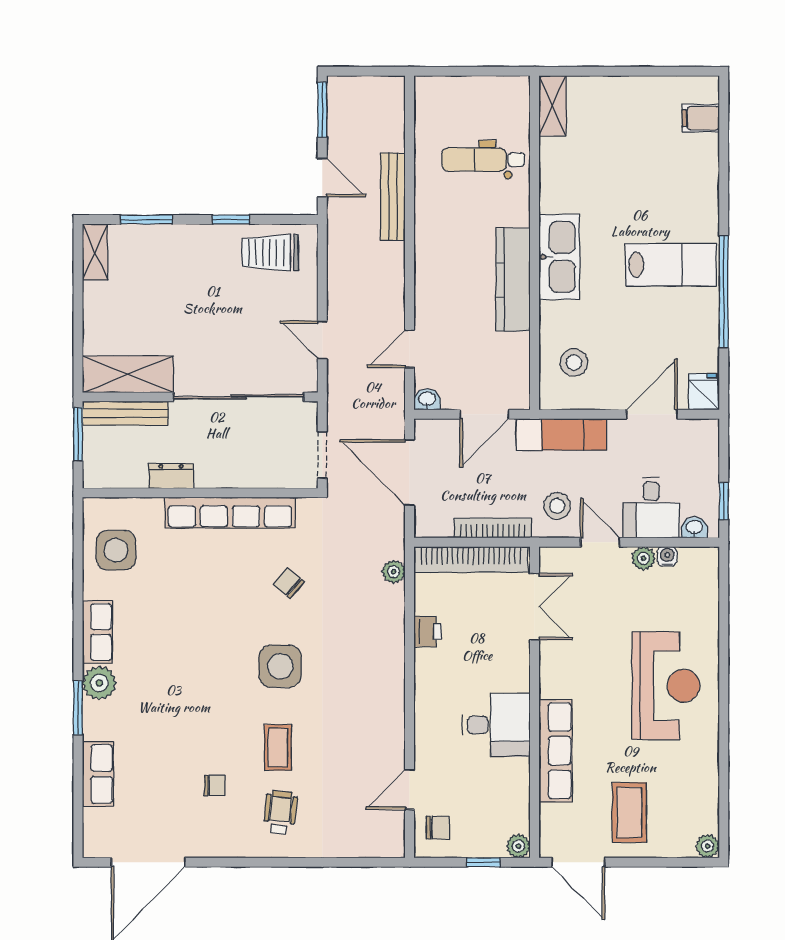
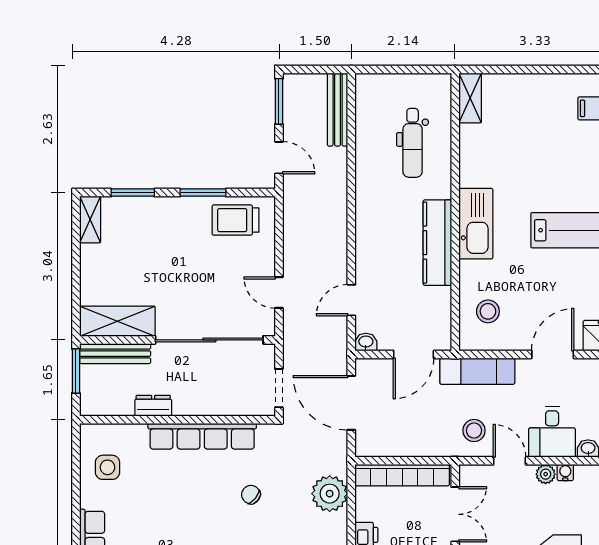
dental chair: (483, 160) -> (413, 143), turned -90
bench: (393, 197) -> (338, 110), moved
window: (231, 219) -> (203, 193), width x1.50
bookcase: (493, 528) -> (420, 449), removed
side table: (116, 550) -> (107, 467), width x0.73, depth x0.73
plant: (394, 572) -> (330, 494), width x1.87, depth x1.87

